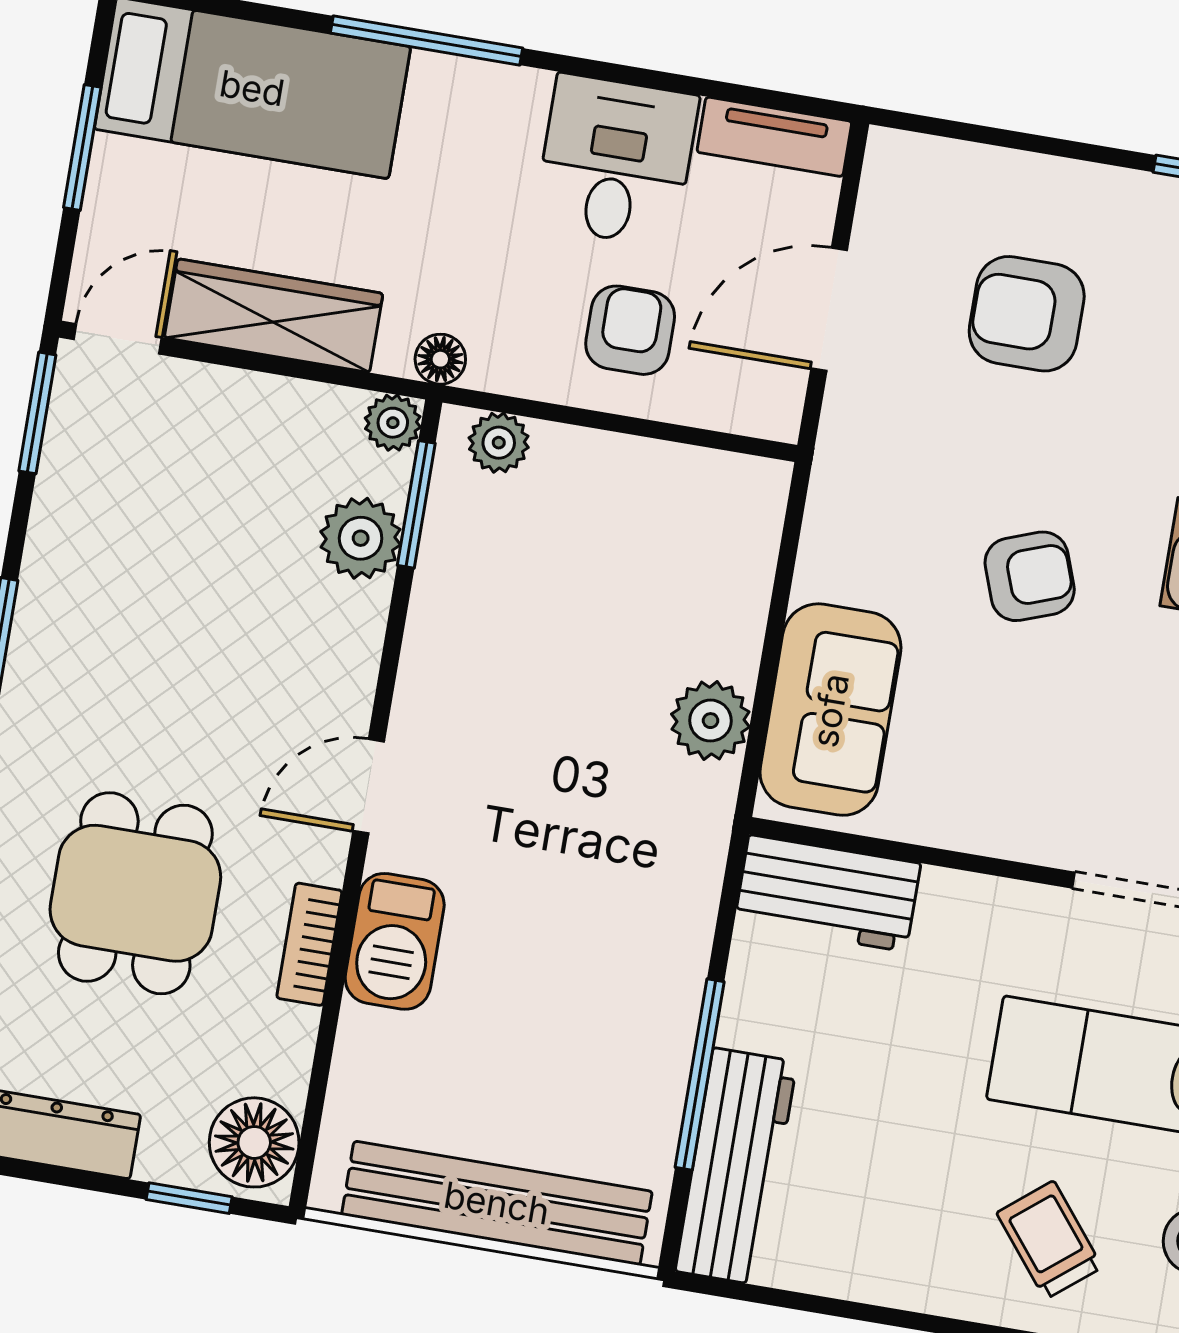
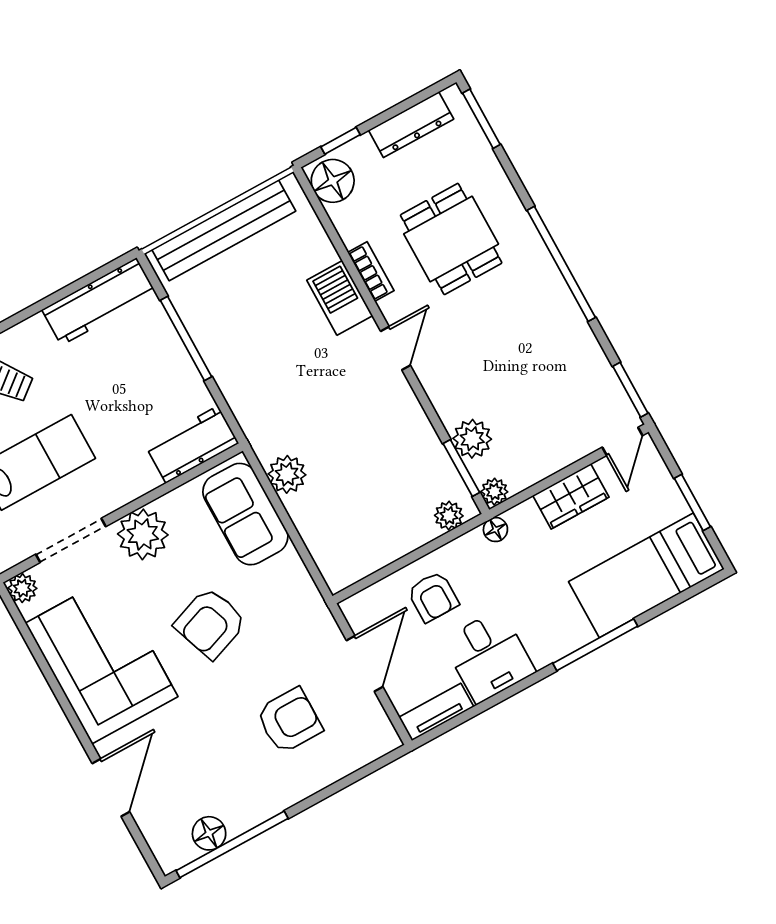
wardrobe: (274, 316) -> (571, 496), width x0.67
armchair: (1030, 576) -> (210, 623), width x1.38, depth x1.38
plant: (1025, 809) -> (143, 534), added
workbench: (736, 1166) -> (99, 302), moved, turned -90

